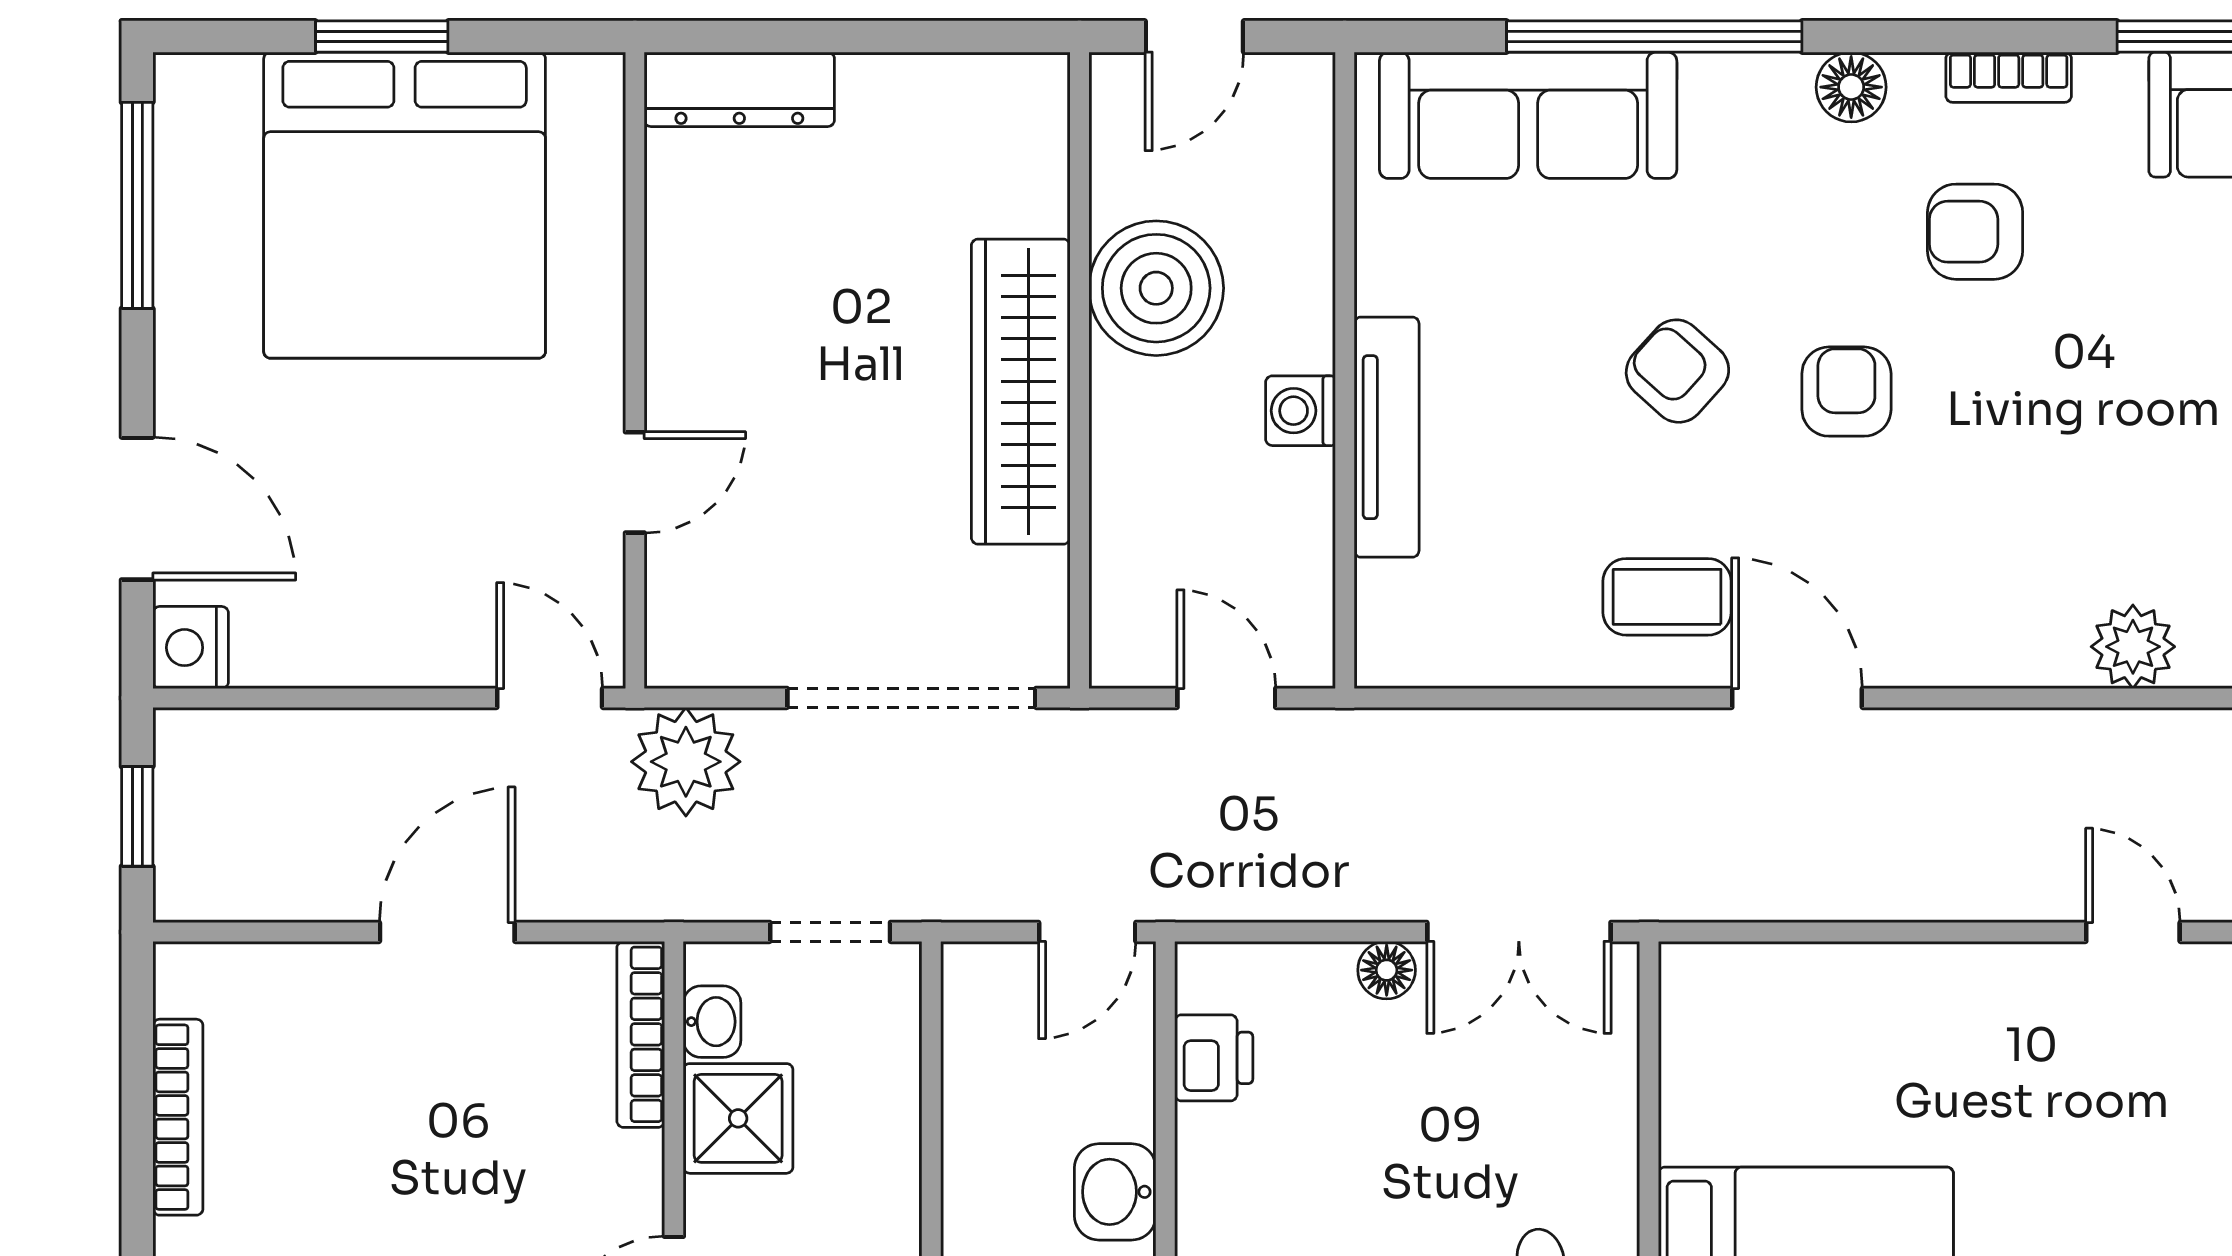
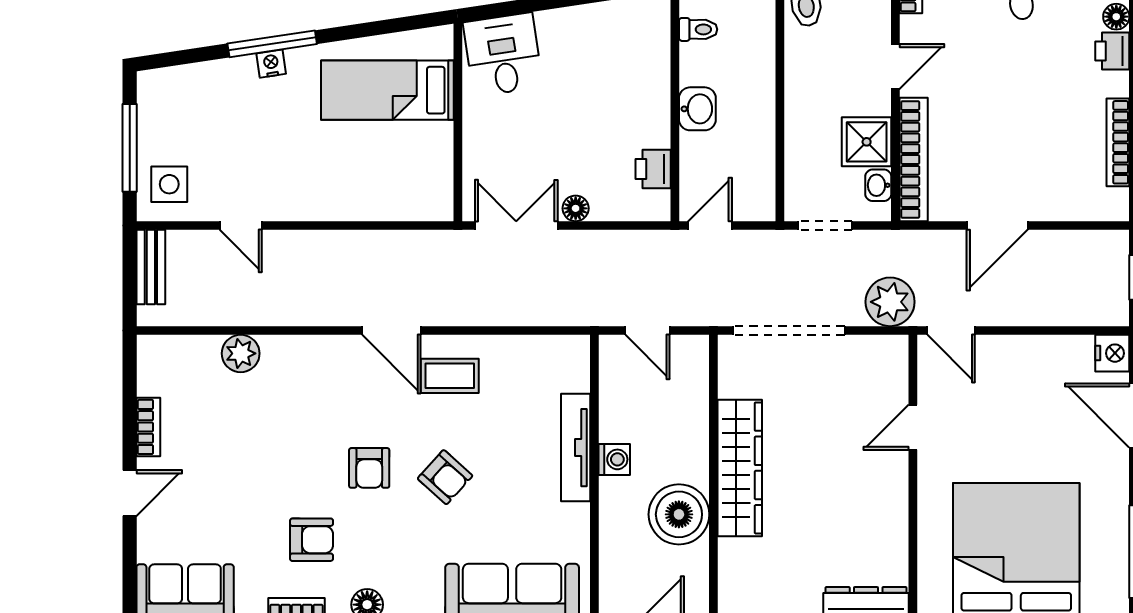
bookcase: (641, 1034) -> (914, 160), width x1.48, depth x1.31

